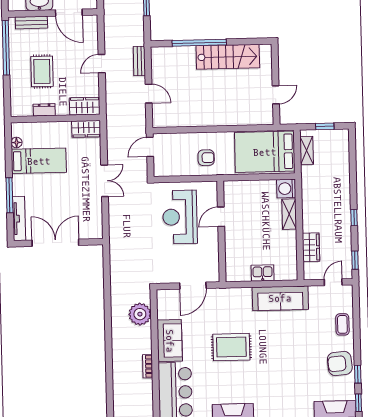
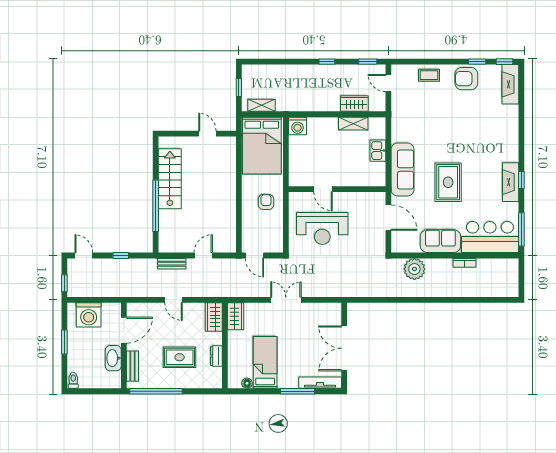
shelving: (289, 214) -> (353, 124), moved
sofa: (280, 298) -> (403, 170), moved
armchair: (340, 364) -> (466, 79), turned 95

